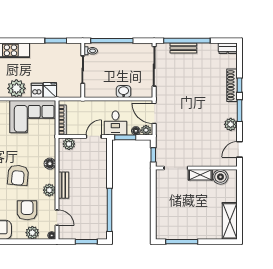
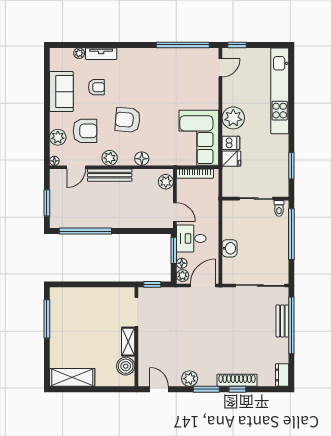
bench: (63, 185) -> (110, 175), width x1.36

